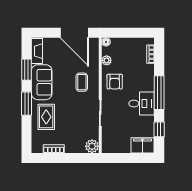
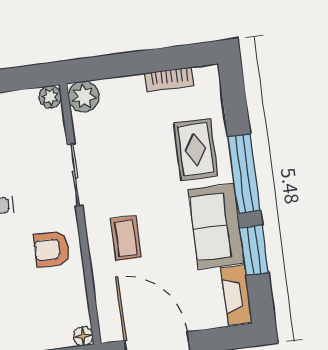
plant: (107, 60) -> (50, 97), moved
armchair: (115, 82) -> (52, 249), turned -90
window: (27, 104) -> (244, 174), width x1.44

